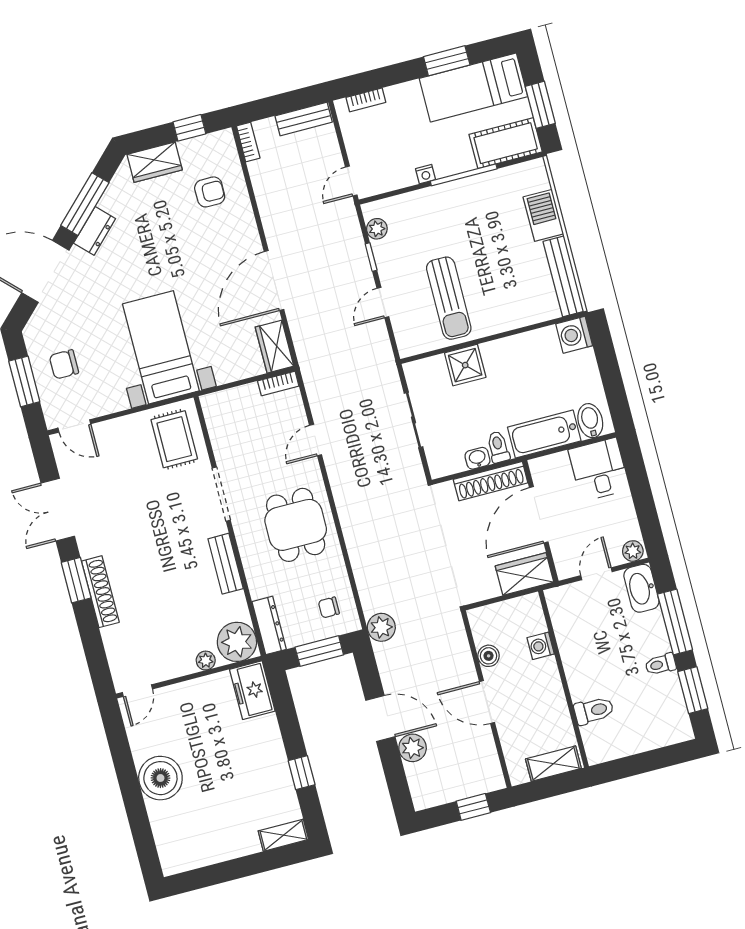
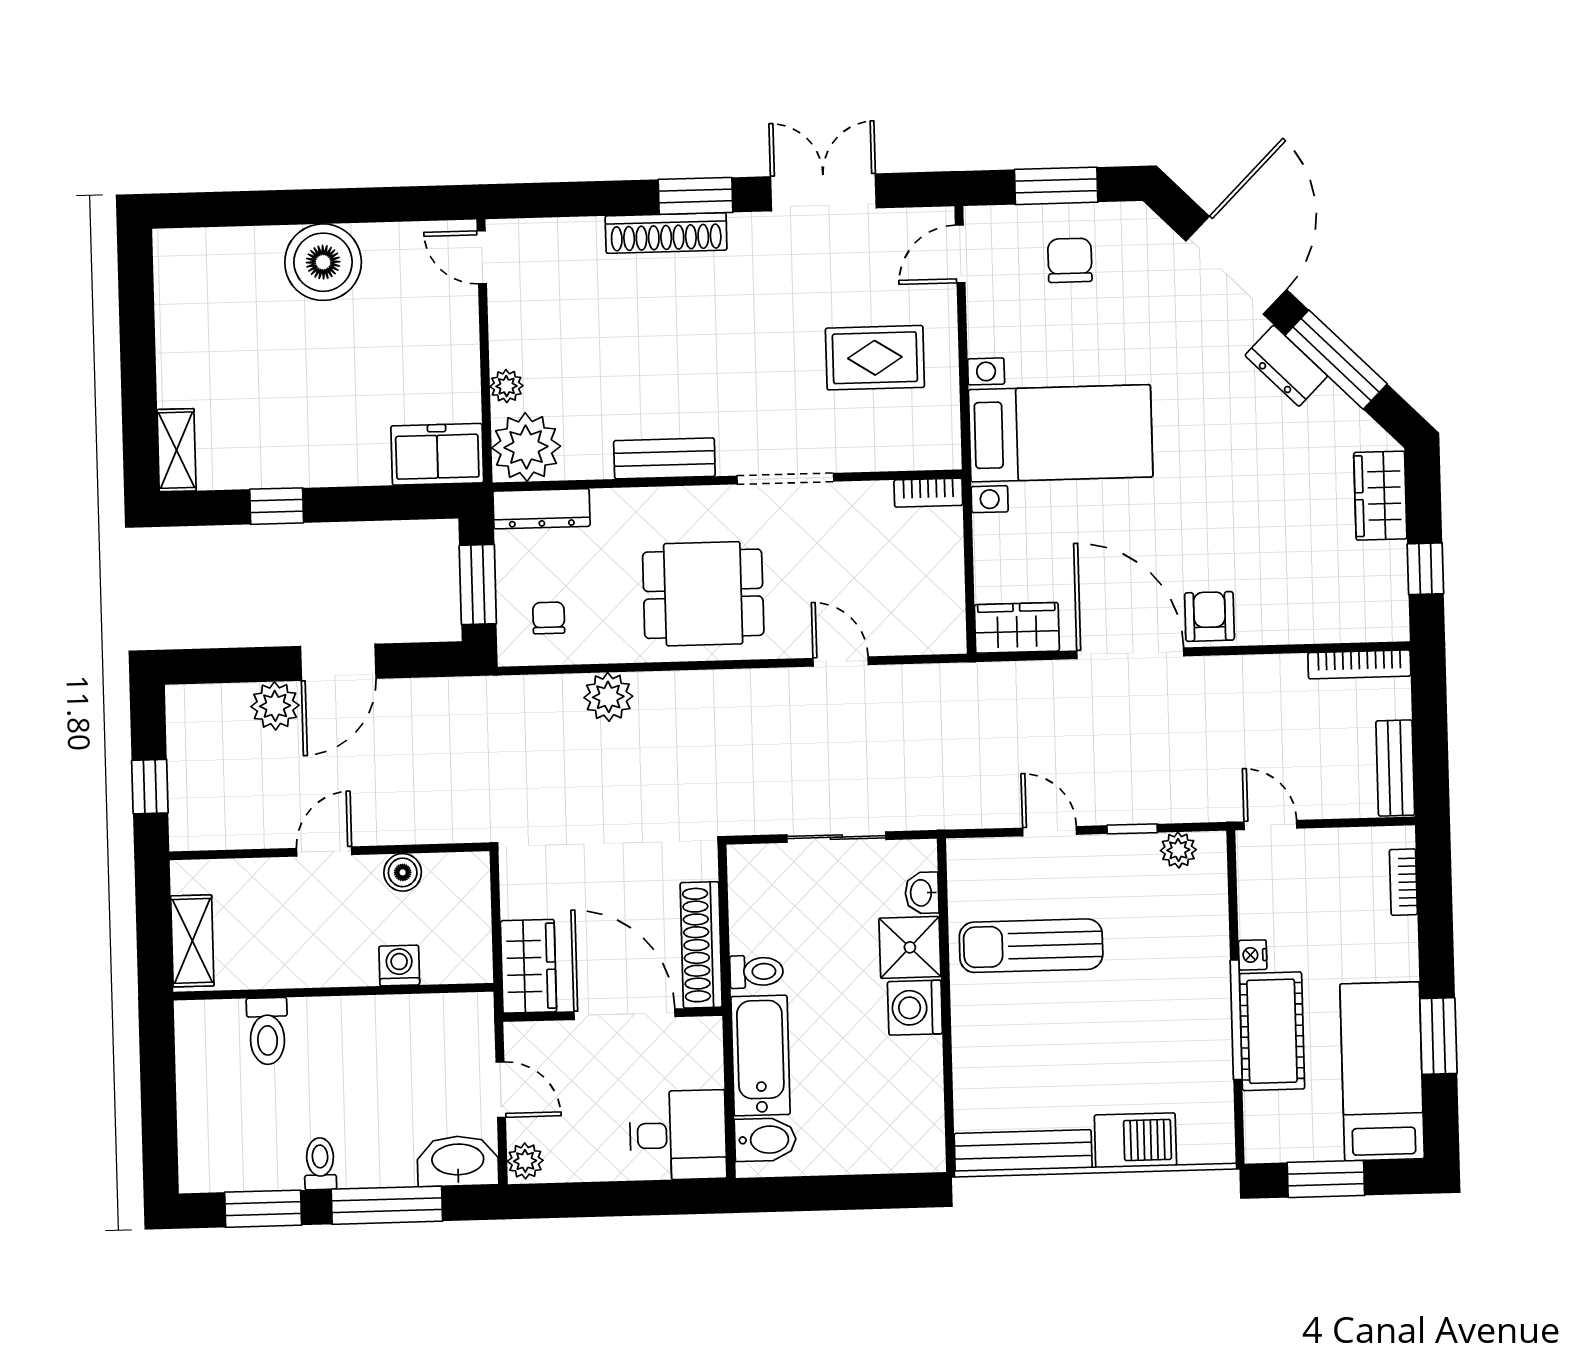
bookcase: (248, 142) -> (1359, 664), width x1.56
cot: (506, 143) -> (1272, 1031), moved
armchair: (210, 192) -> (1209, 616), moved, turned 180
washing machine: (574, 335) -> (915, 1008), moved, turned -90
bookcase: (278, 383) -> (928, 493), moved, turned -90
rug: (174, 439) -> (875, 358), moved
washbasin: (477, 458) -> (922, 893), moved, turned 180
plant: (381, 627) -> (608, 697), moved
door: (487, 702) -> (324, 851), width x0.73

